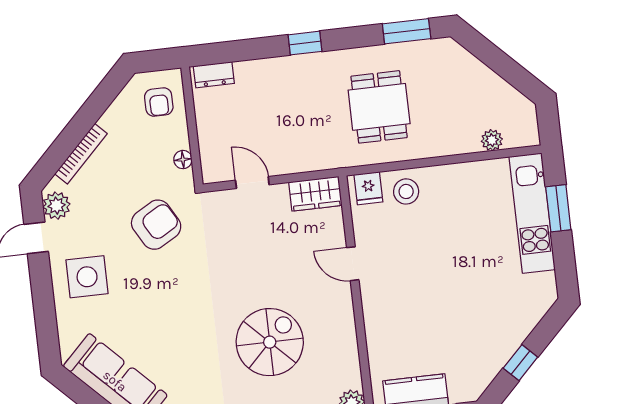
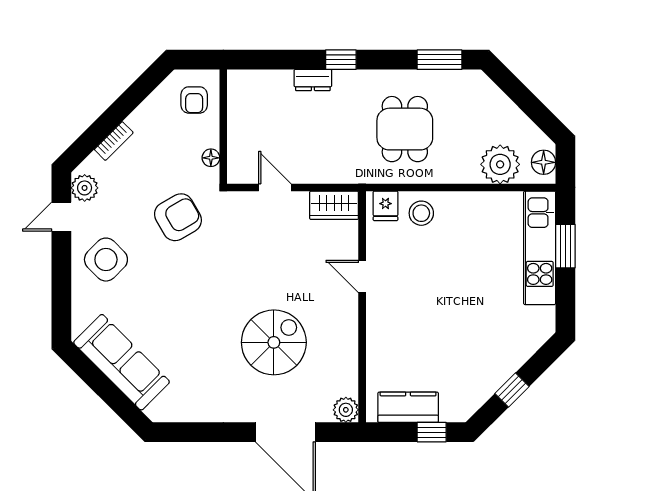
dresser: (214, 75) -> (313, 80), moved
floor lamp: (526, 125) -> (544, 162), added
plant: (492, 140) -> (500, 164), width x1.88, depth x1.88
bookcase: (81, 154) -> (114, 141), width x0.64
side table: (87, 277) -> (106, 260), turned 45

